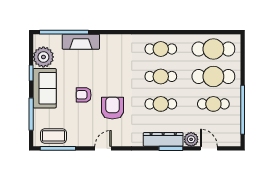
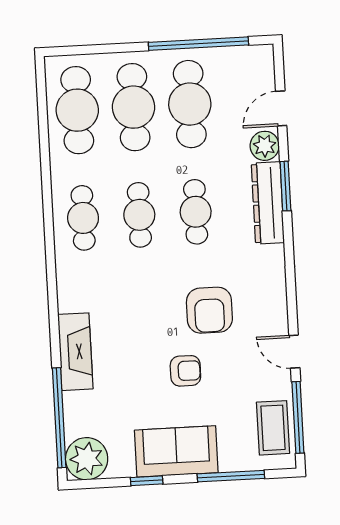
fireplace: (81, 42) -> (75, 352), moved
plant: (43, 57) -> (87, 459), moved
armchair: (84, 95) -> (185, 371), turned -90
cafe table: (213, 104) -> (190, 104), width x1.37, depth x1.35
armchair: (112, 108) -> (209, 310), turned -90
door: (103, 148) -> (294, 352), moved

